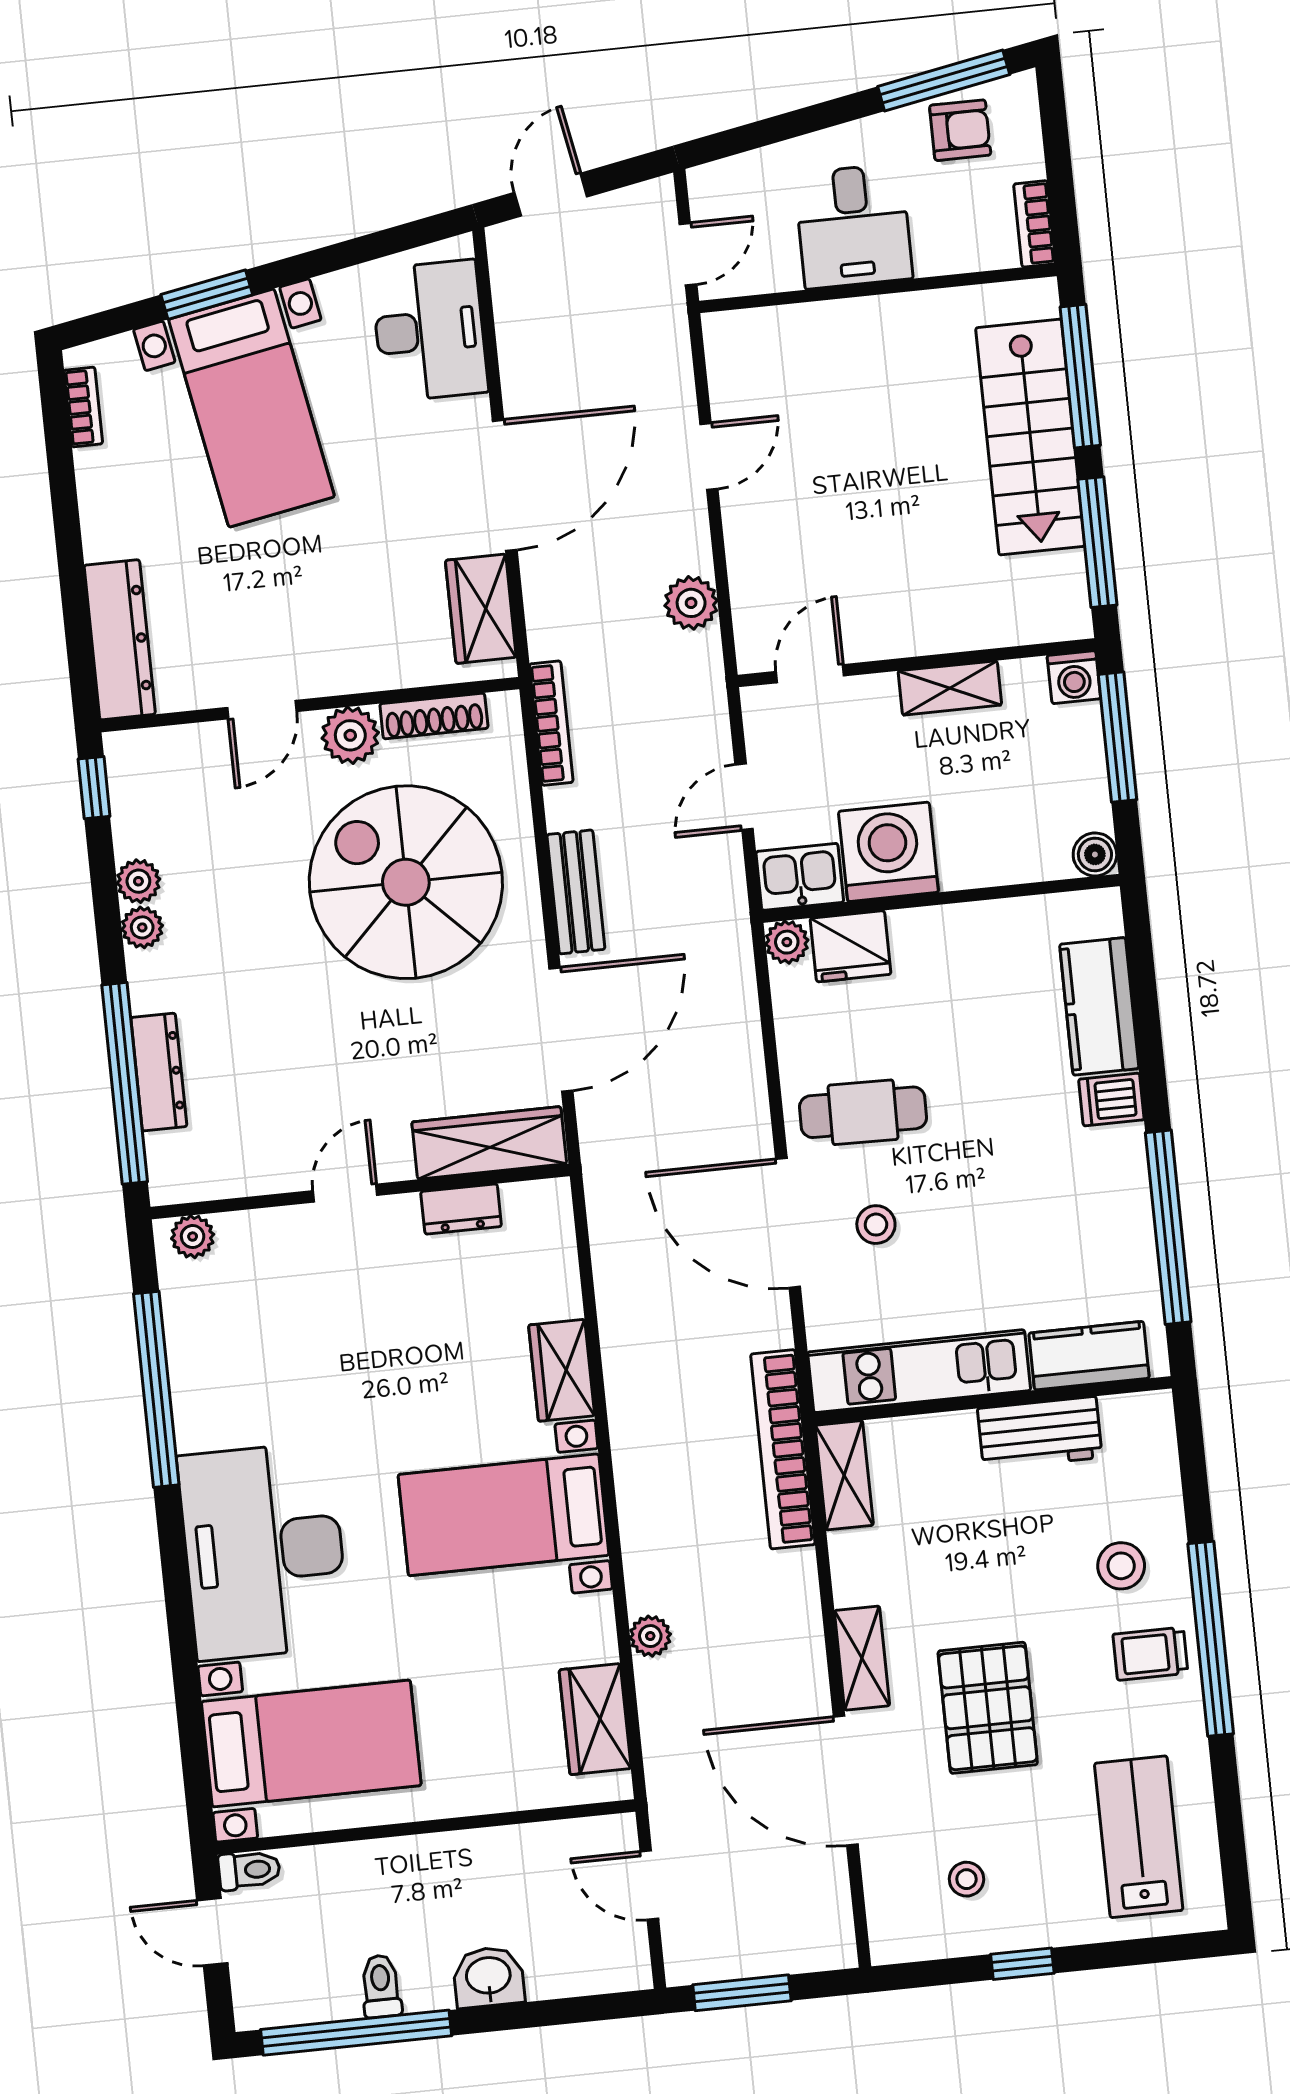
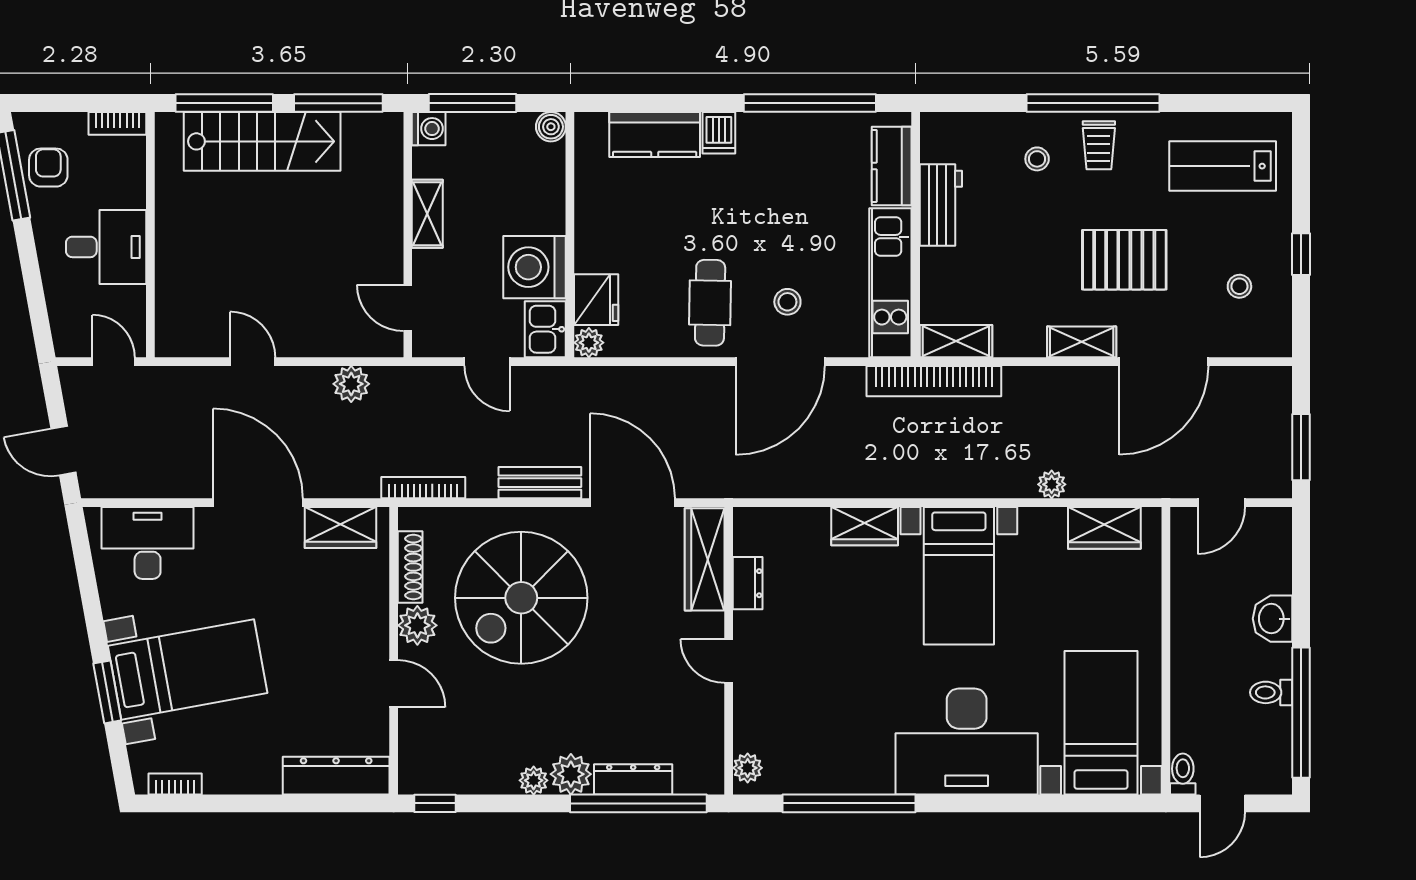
plant: (138, 881) -> (571, 774), moved, width x1.38, depth x1.38
stool: (1121, 1566) -> (1037, 159), width x0.73, depth x0.73

